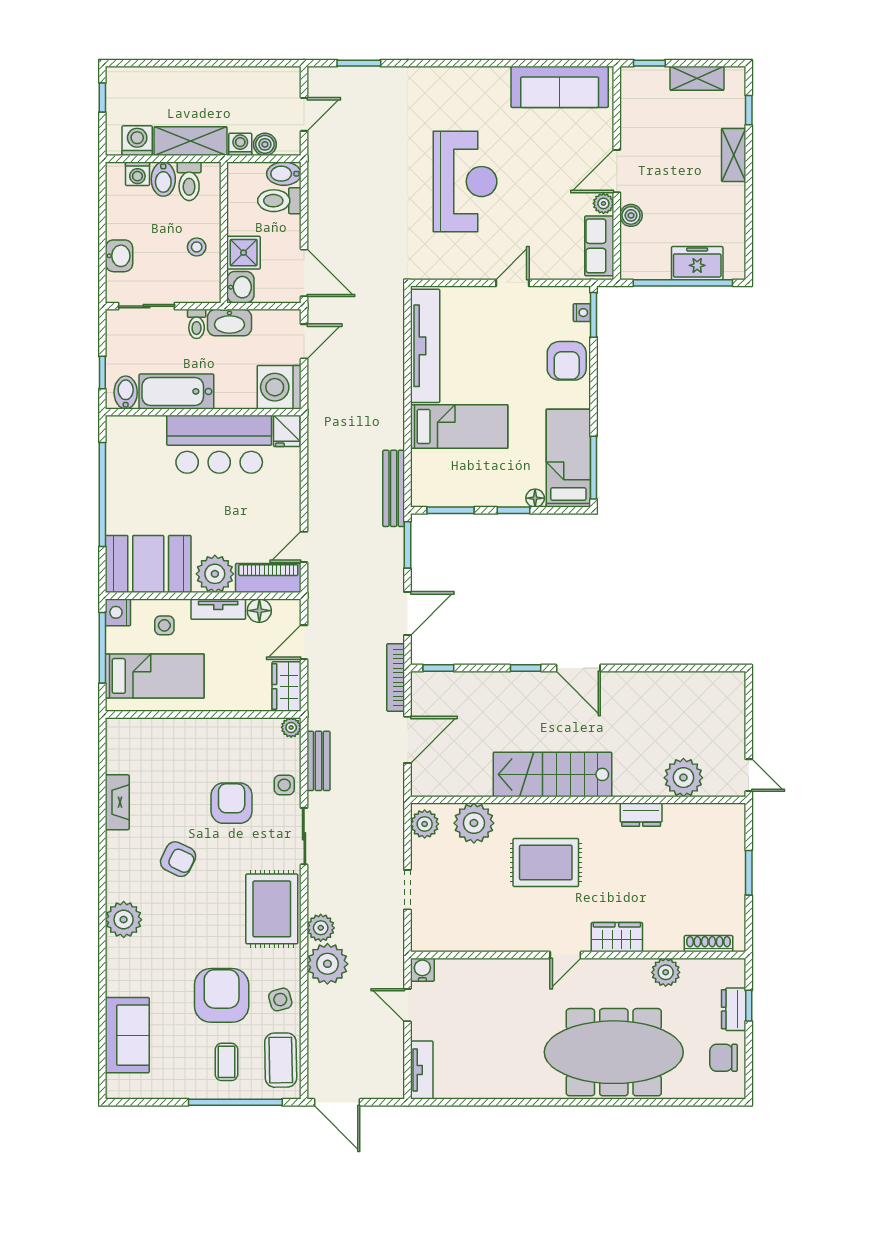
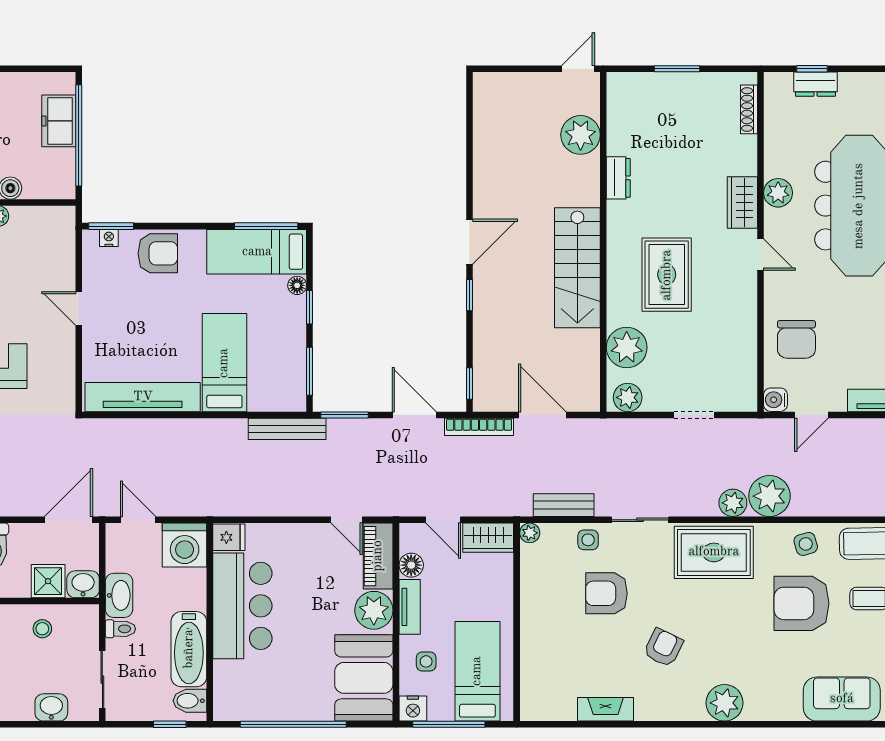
row of seats: (599, 246) -> (41, 220), removed
plant: (666, 972) -> (778, 193), moved
chair: (724, 1058) -> (796, 339), moved, width x1.37, depth x1.37

